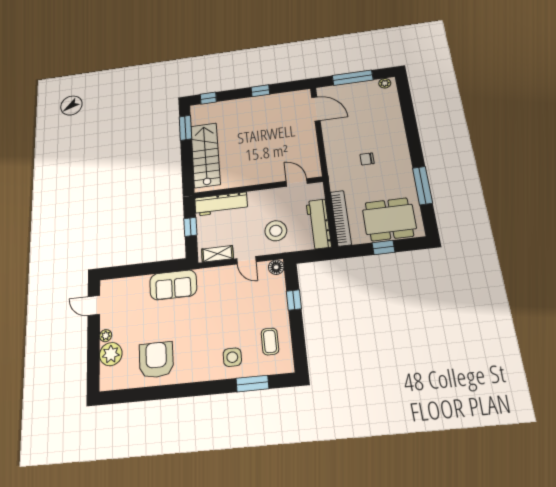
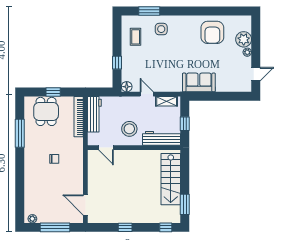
dining table: (389, 219) -> (46, 111), width x0.73
stool: (276, 231) -> (129, 129), moved
door: (94, 306) -> (256, 74), hinge flipped

